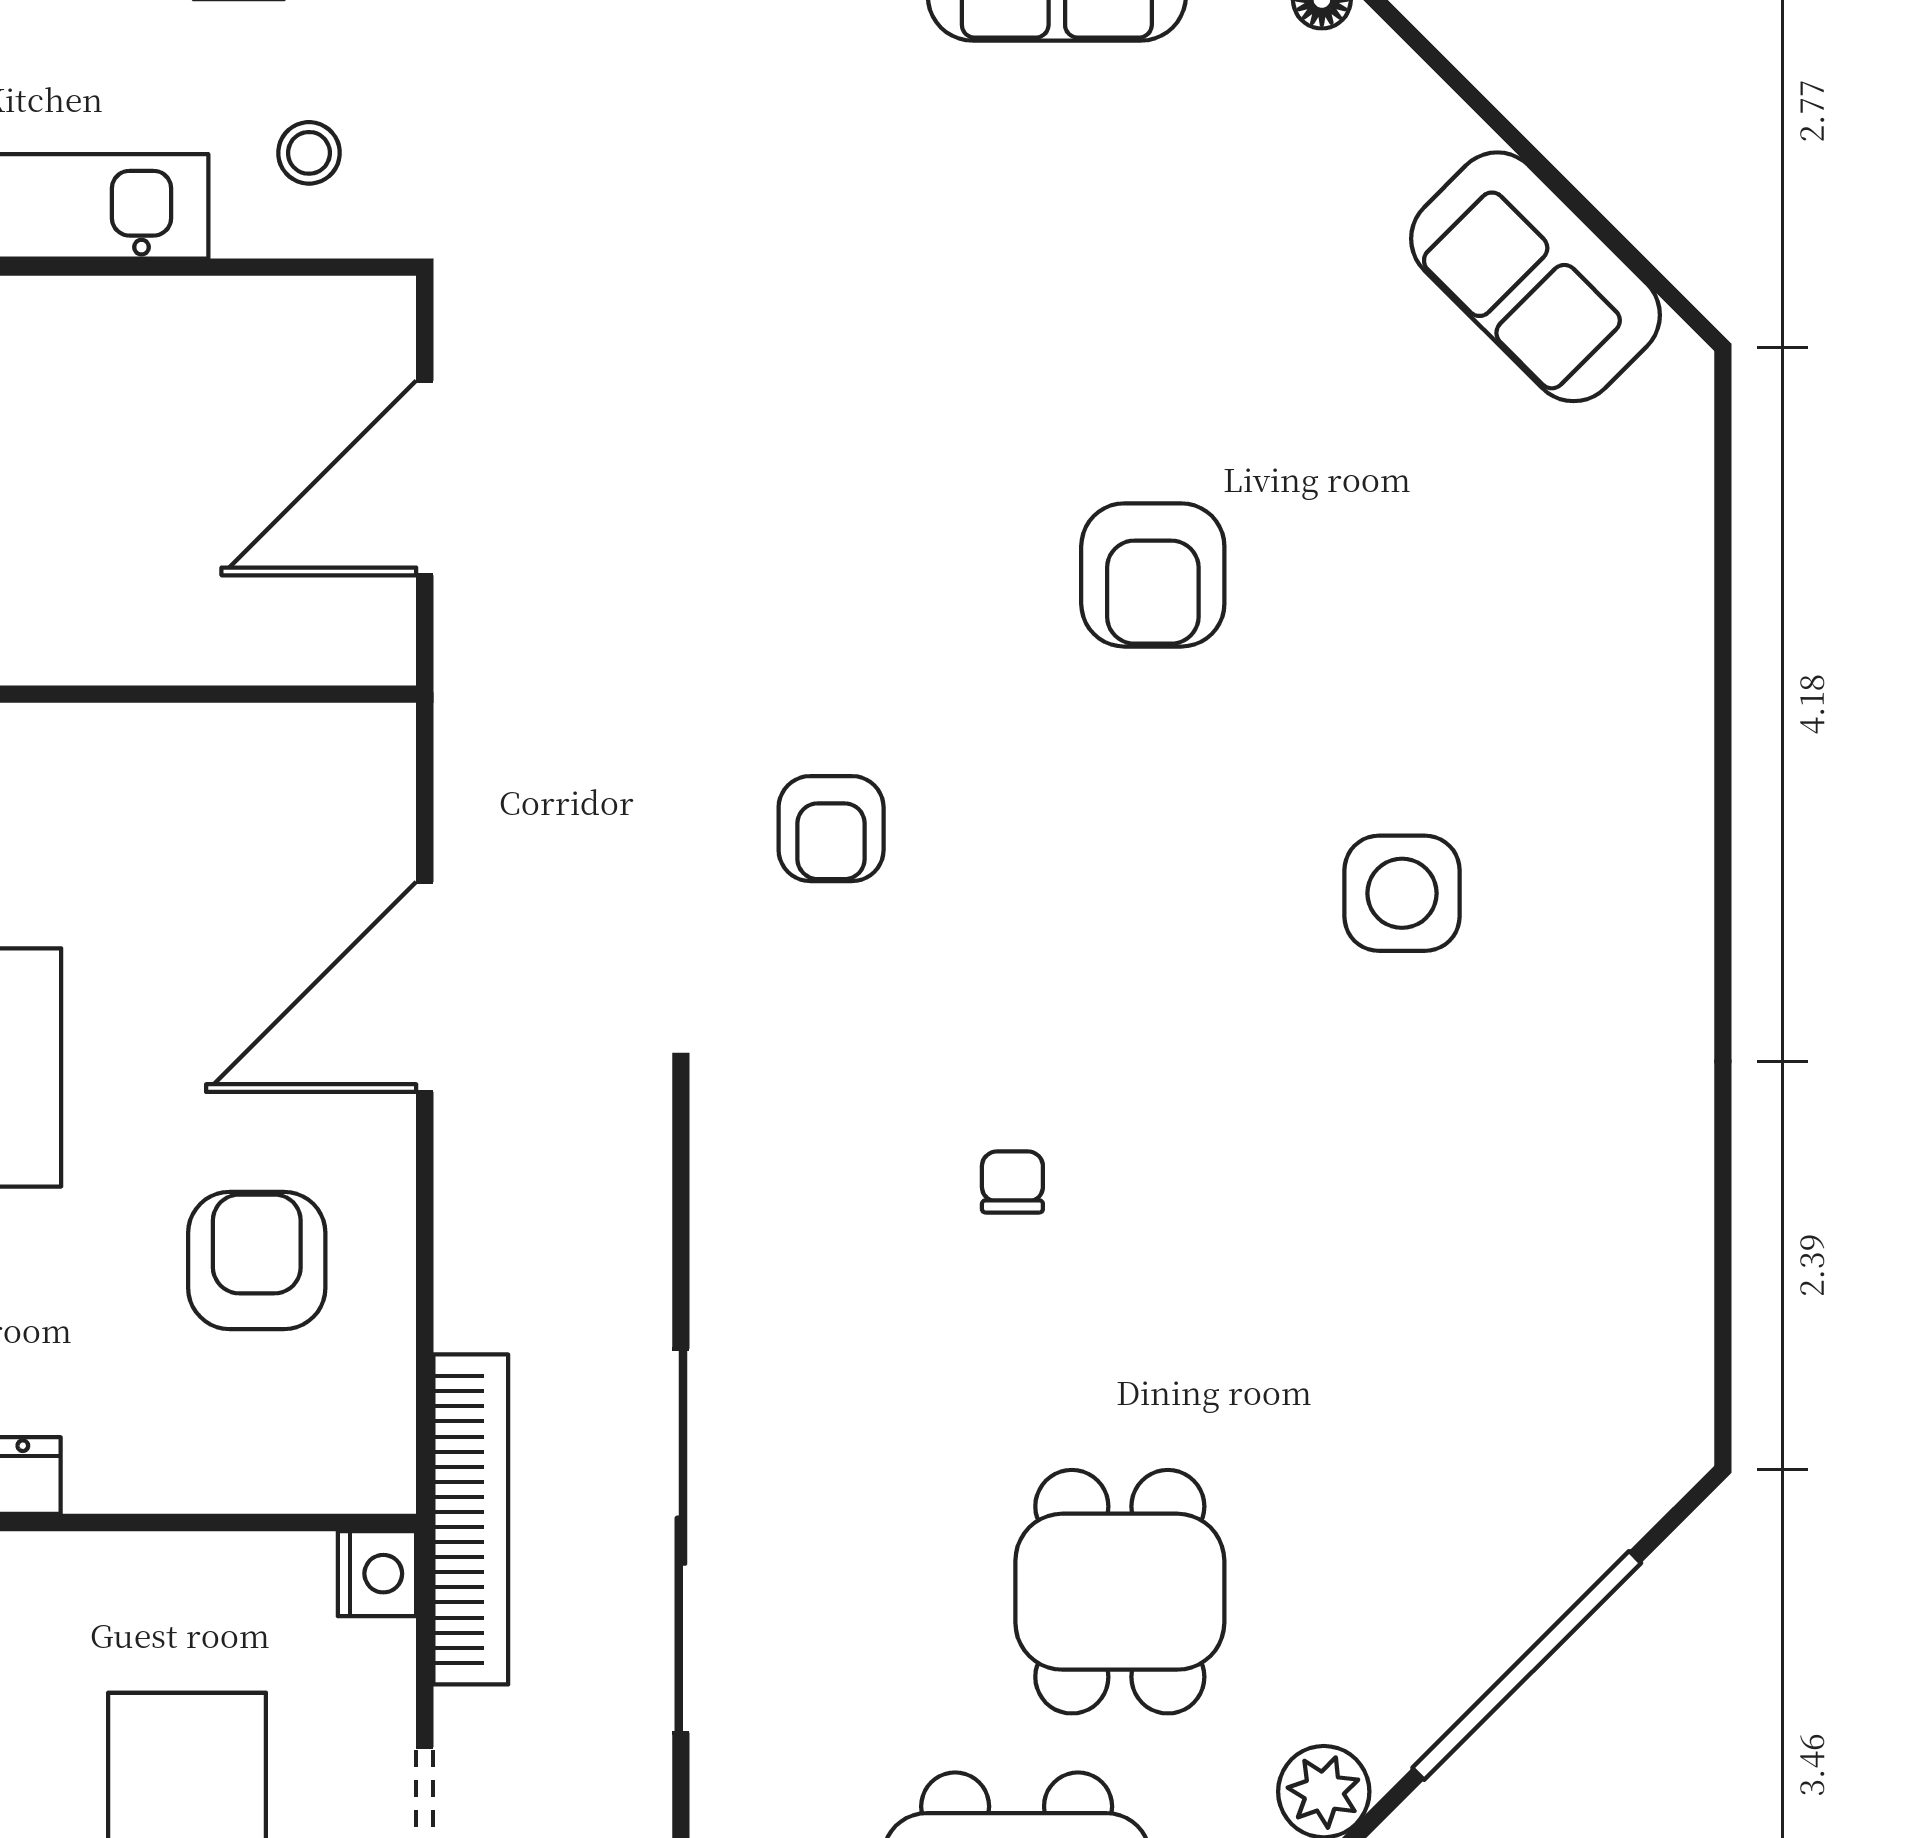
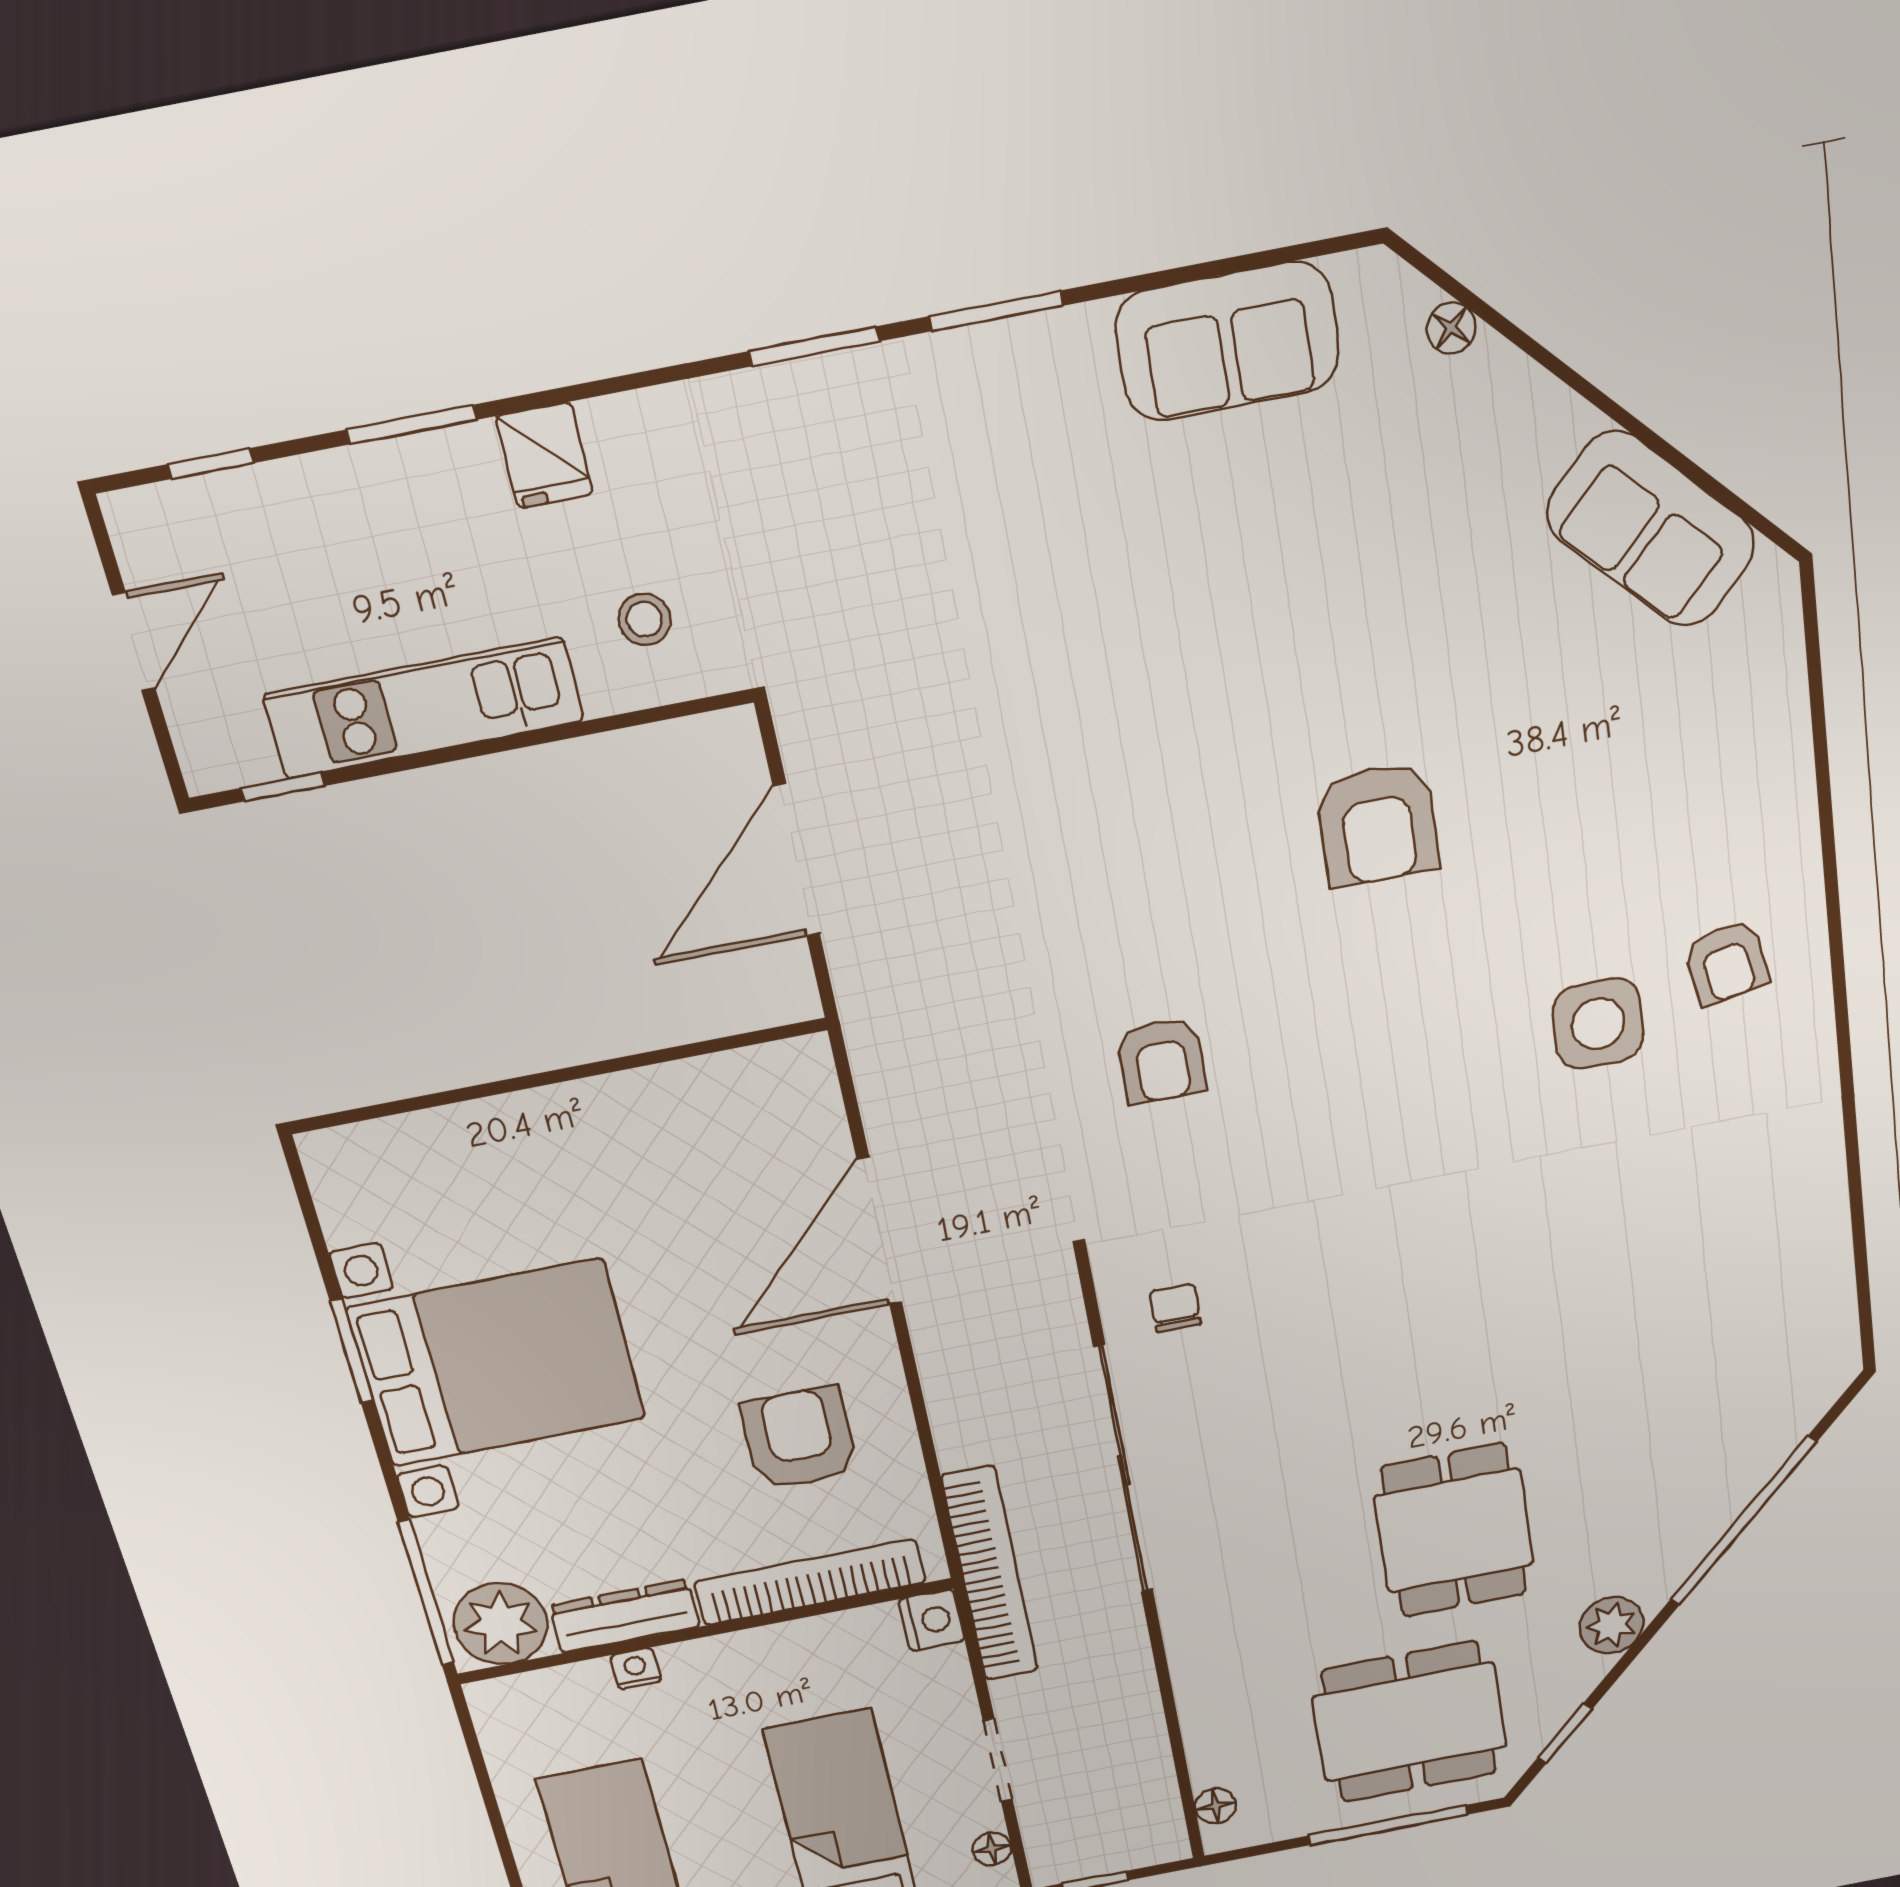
armchair: (1578, 845) -> (1726, 963), added
chair: (1012, 1182) -> (1175, 1308), moved
bookcase: (224, 1478) -> (810, 1582), added
sliding door: (681, 1541) -> (1123, 1470), moved

